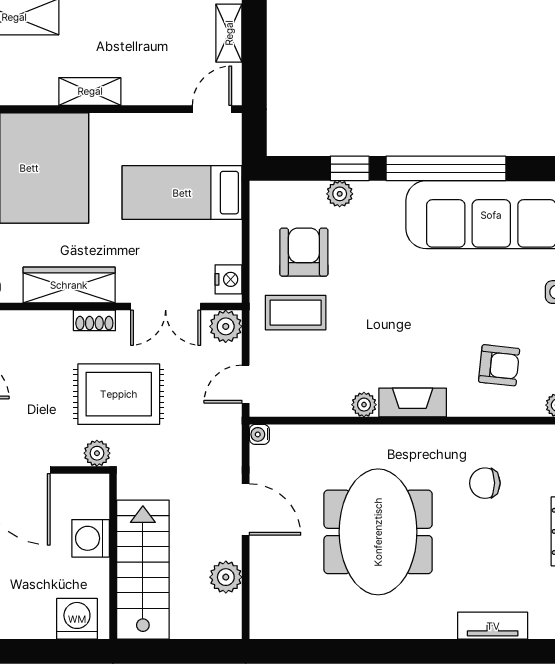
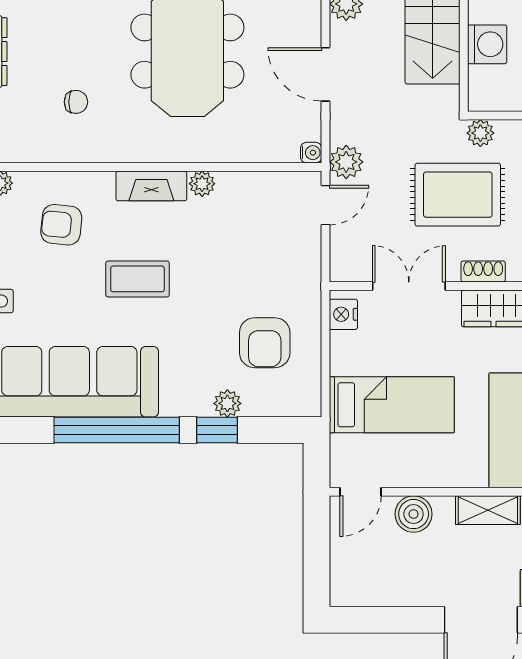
shelving: (229, 33) -> (343, 571), removed
boiler: (161, 88) -> (414, 514), added
coffee table: (296, 313) -> (137, 279), moved
plant: (226, 326) -> (346, 162), moved
chair: (485, 483) -> (76, 102), width x0.73, depth x0.73

